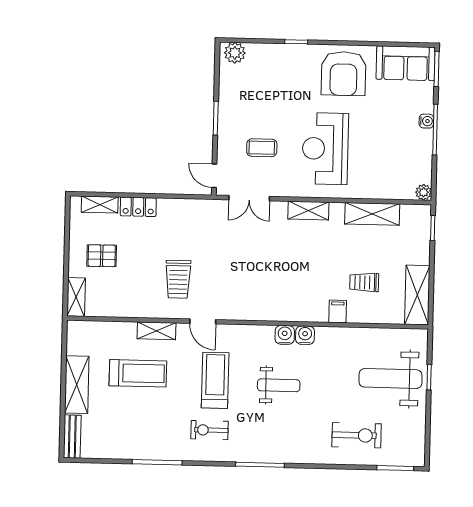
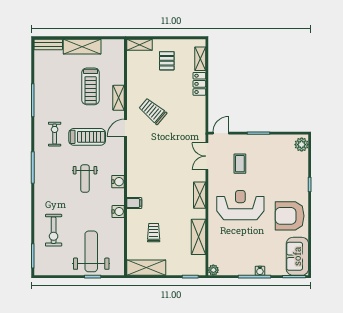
trolley: (178, 279) -> (153, 111), turned 40
filing cabinet: (338, 311) -> (134, 203), moved
water cooler: (305, 335) -> (118, 212), moved

